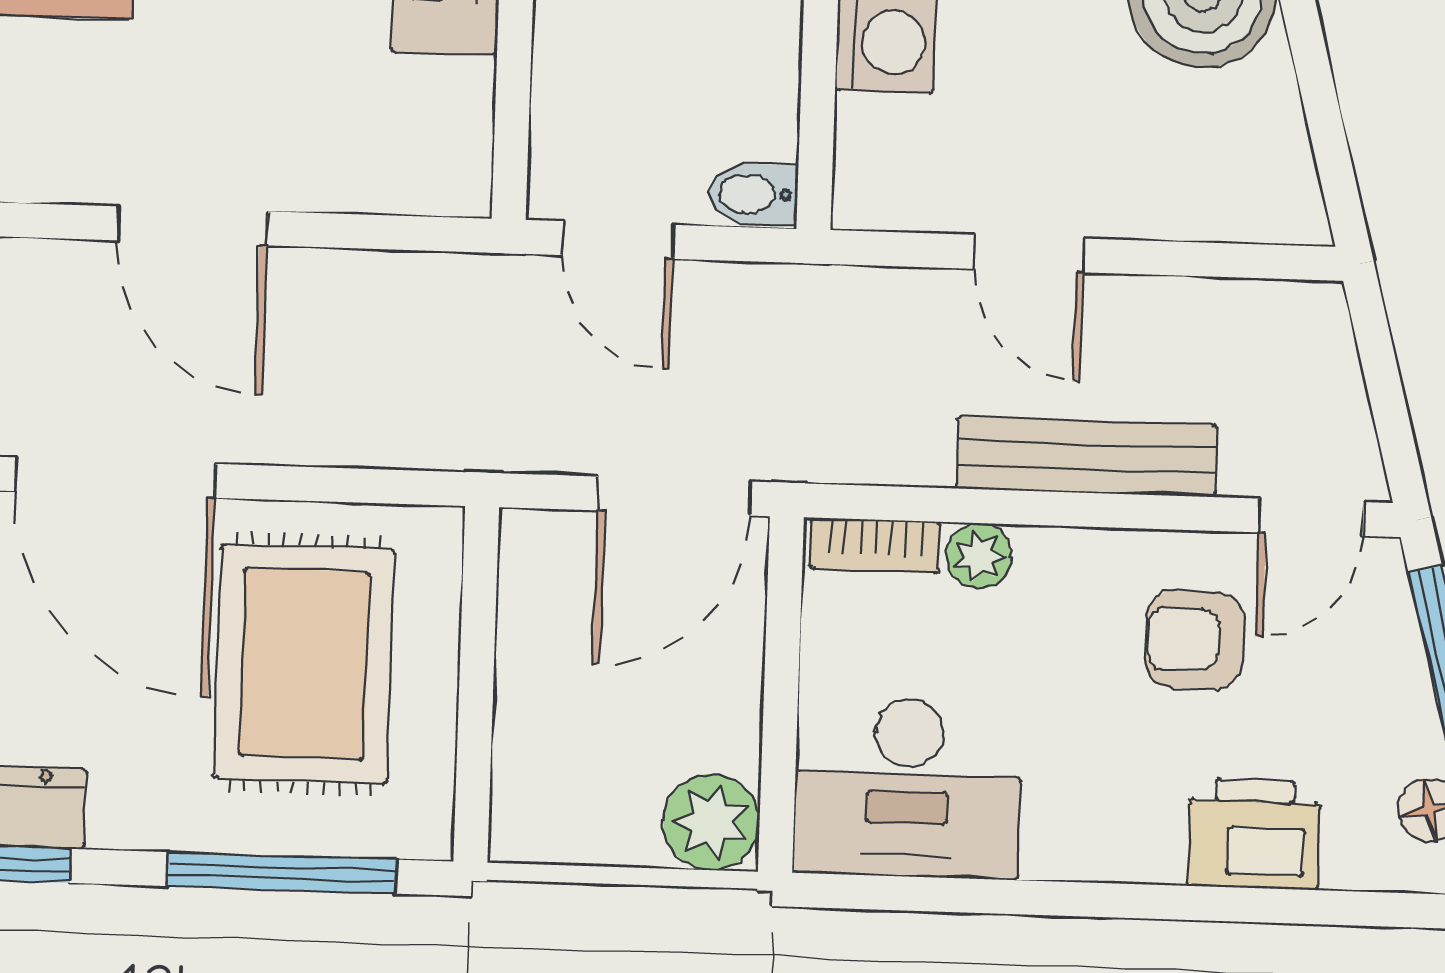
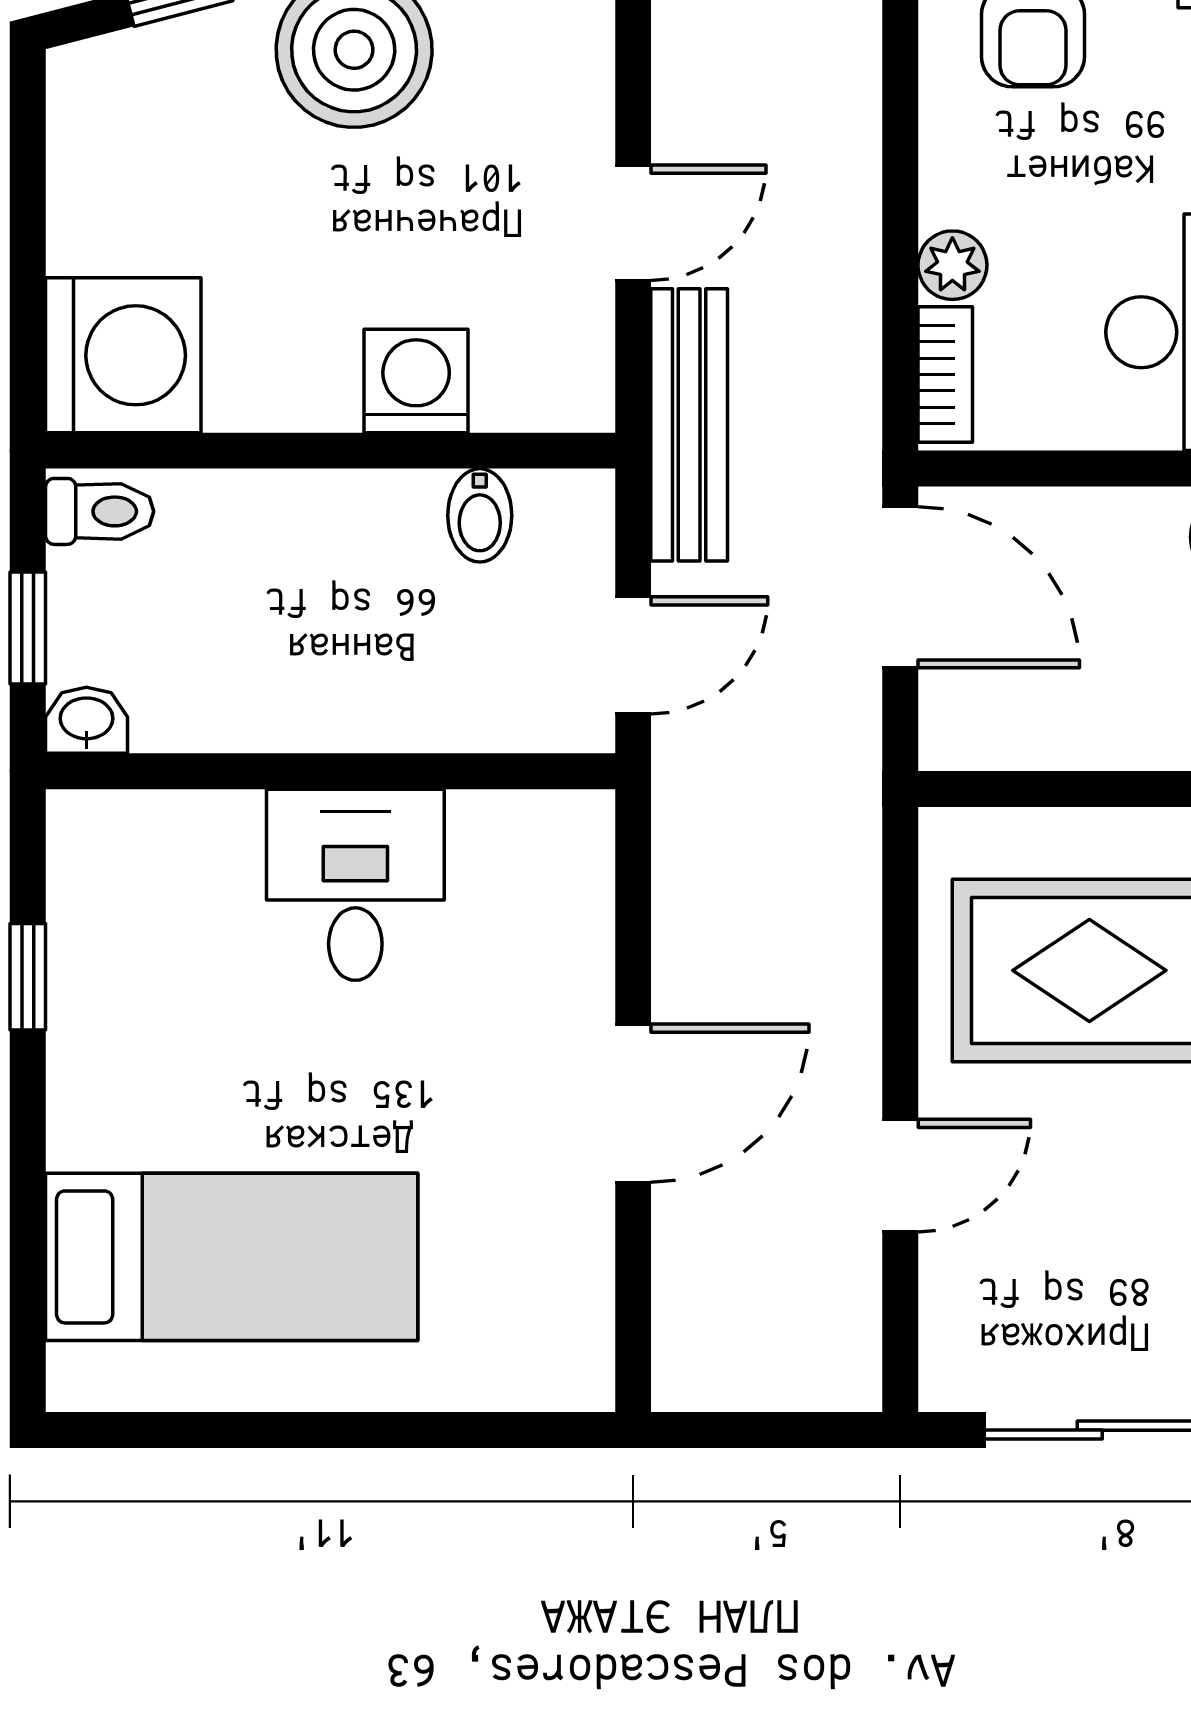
bidet: (753, 194) -> (480, 515), moved
bench: (1086, 456) -> (689, 425), moved
door: (115, 478) -> (900, 1176), width x0.53

